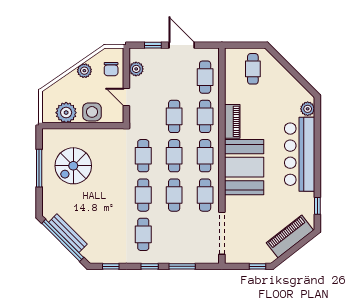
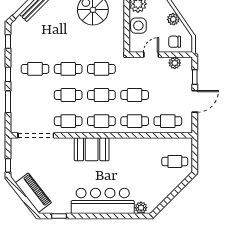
piano: (232, 121) -> (130, 144), removed
booth: (244, 167) -> (92, 149), width x0.73, depth x0.70

